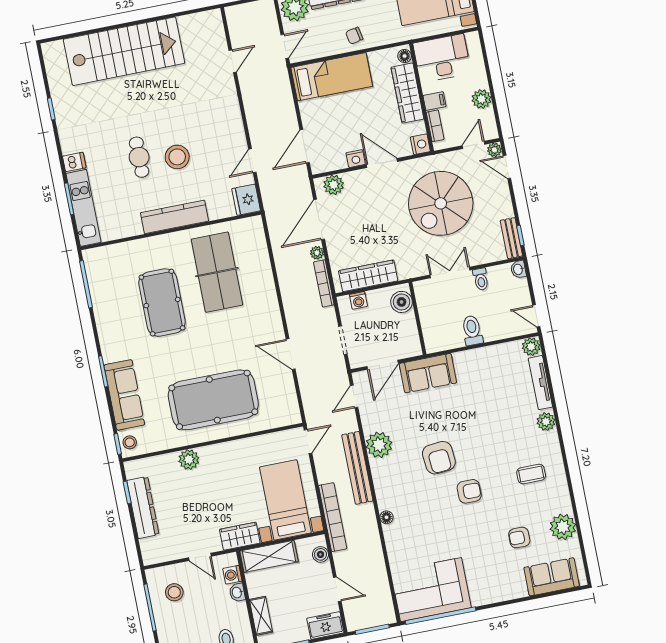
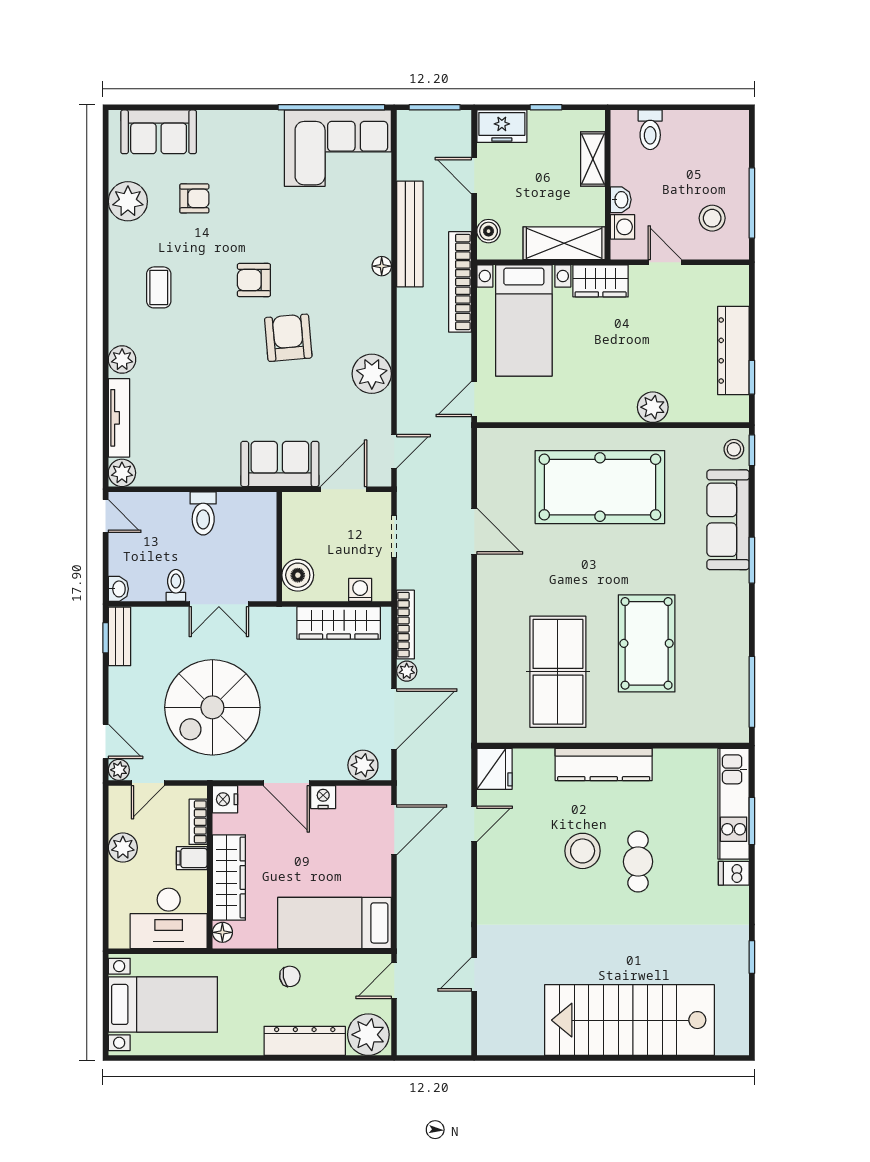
spiral stairs: (441, 203) -> (212, 707), turned 180
bench: (357, 468) -> (410, 234), moved
coffee table: (531, 474) -> (159, 287), turned 90

